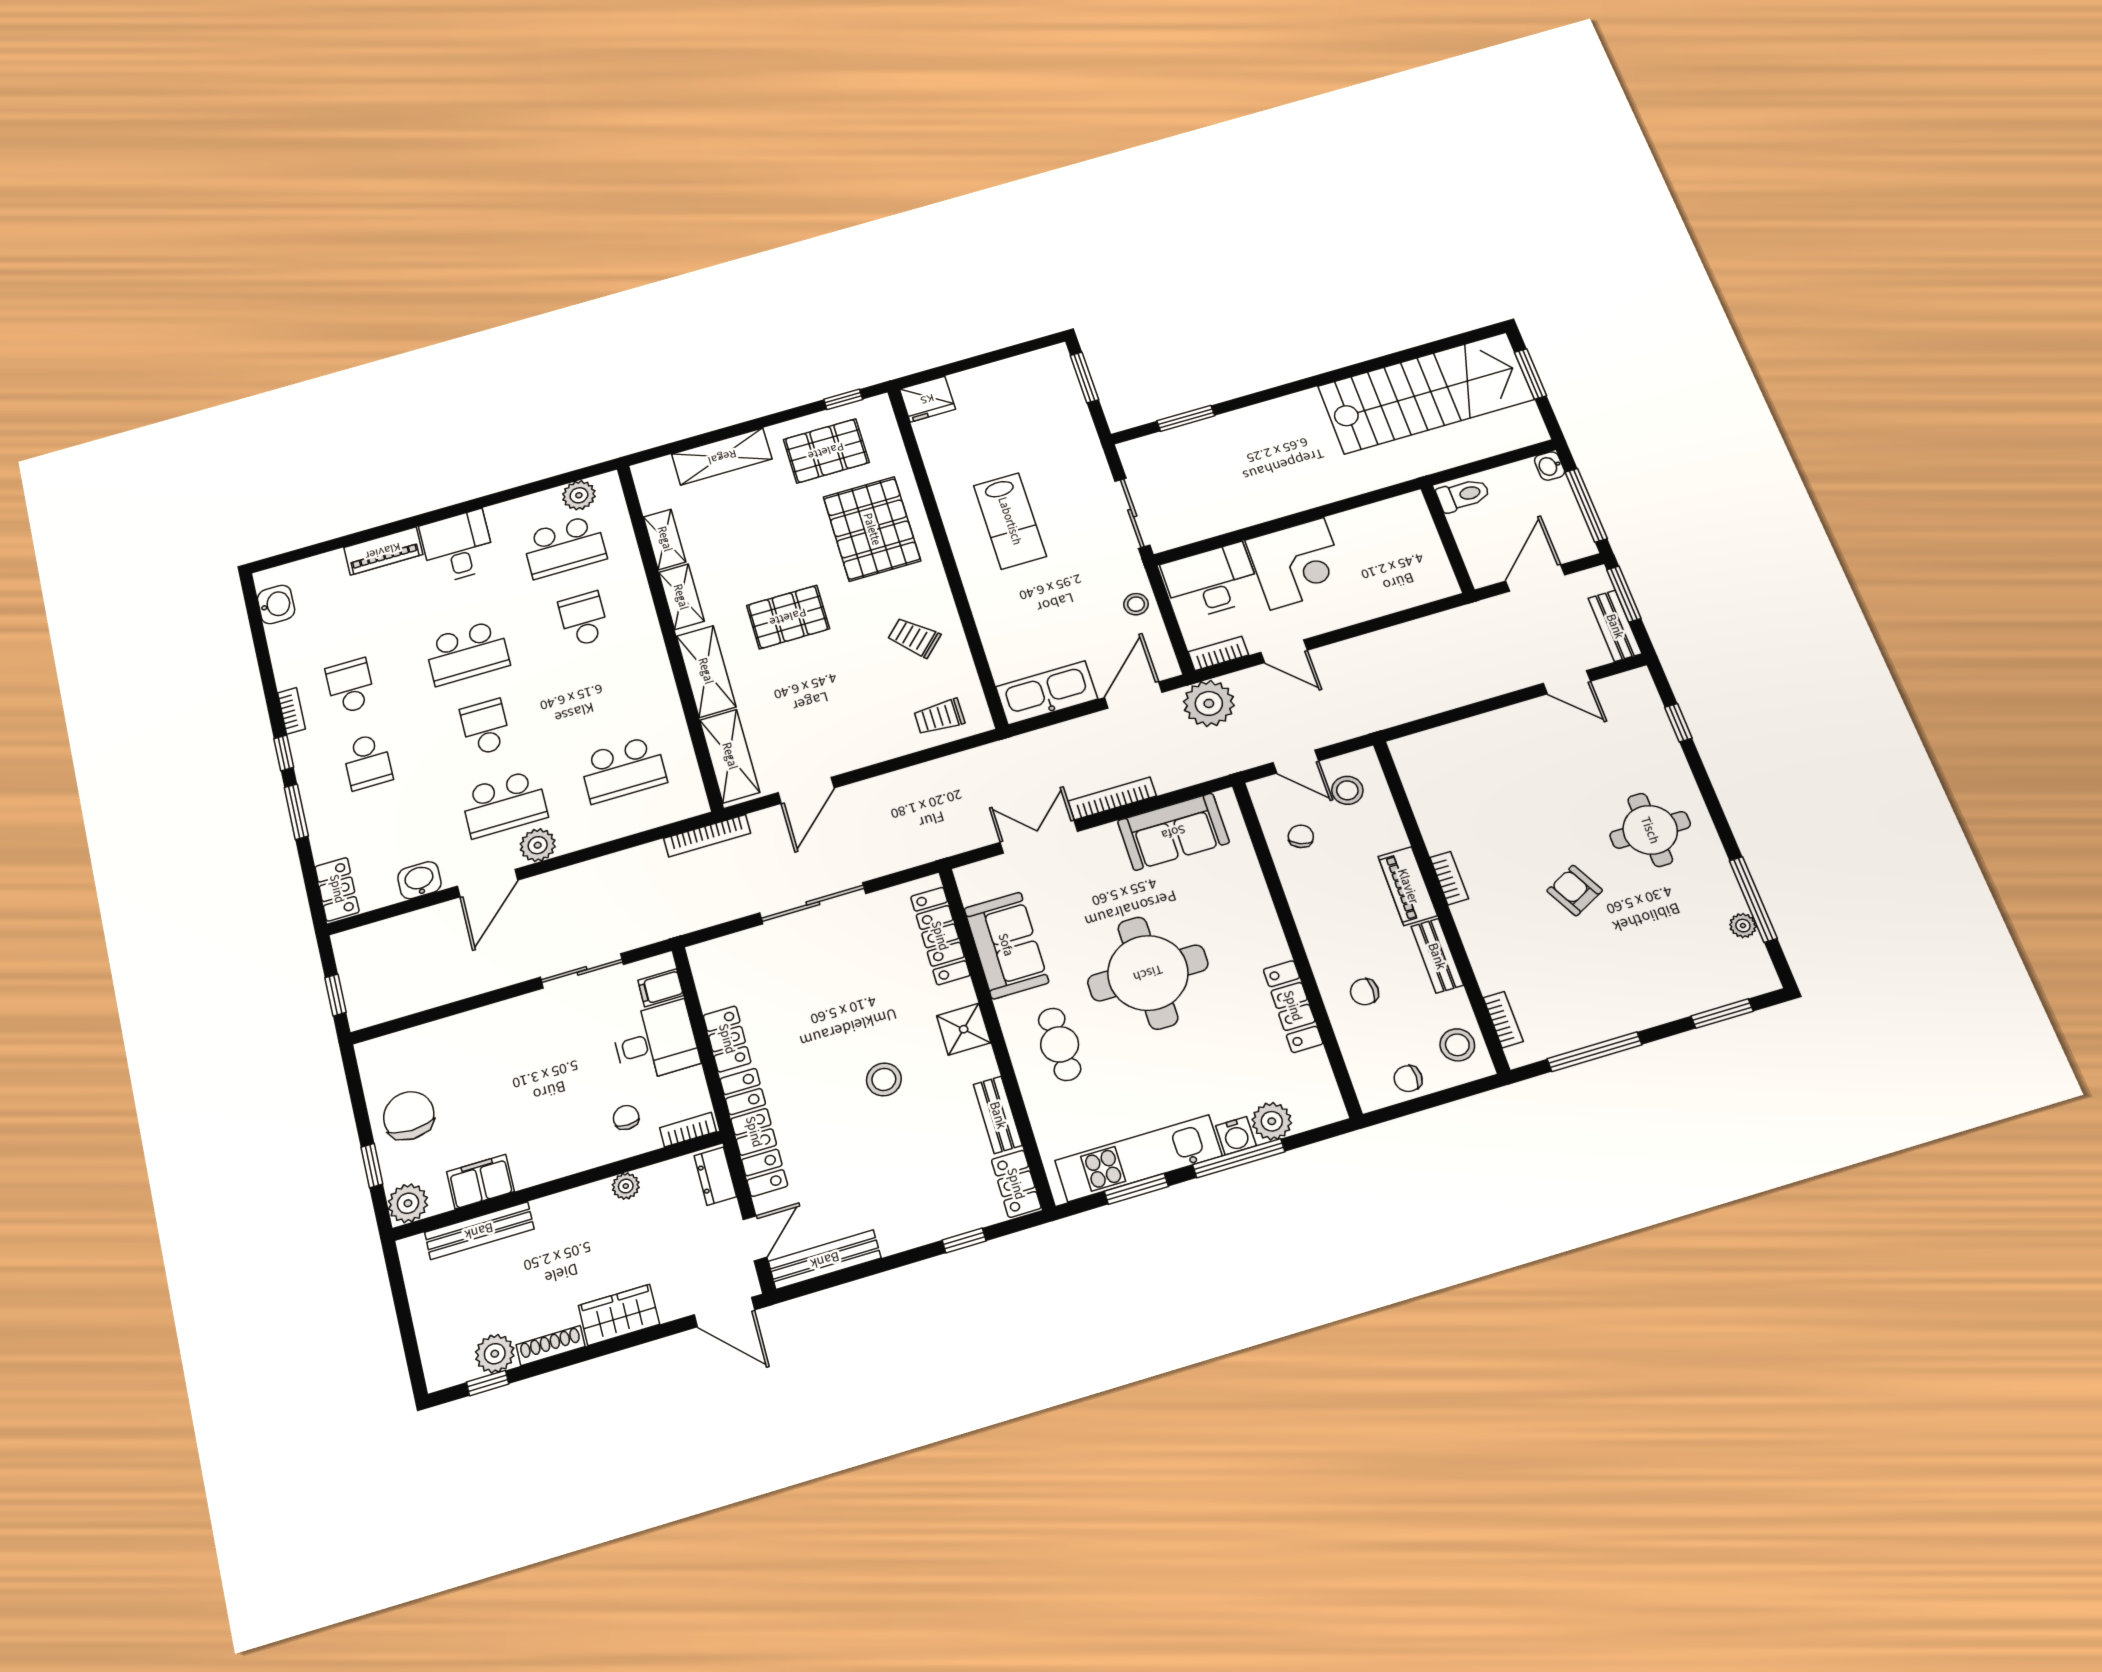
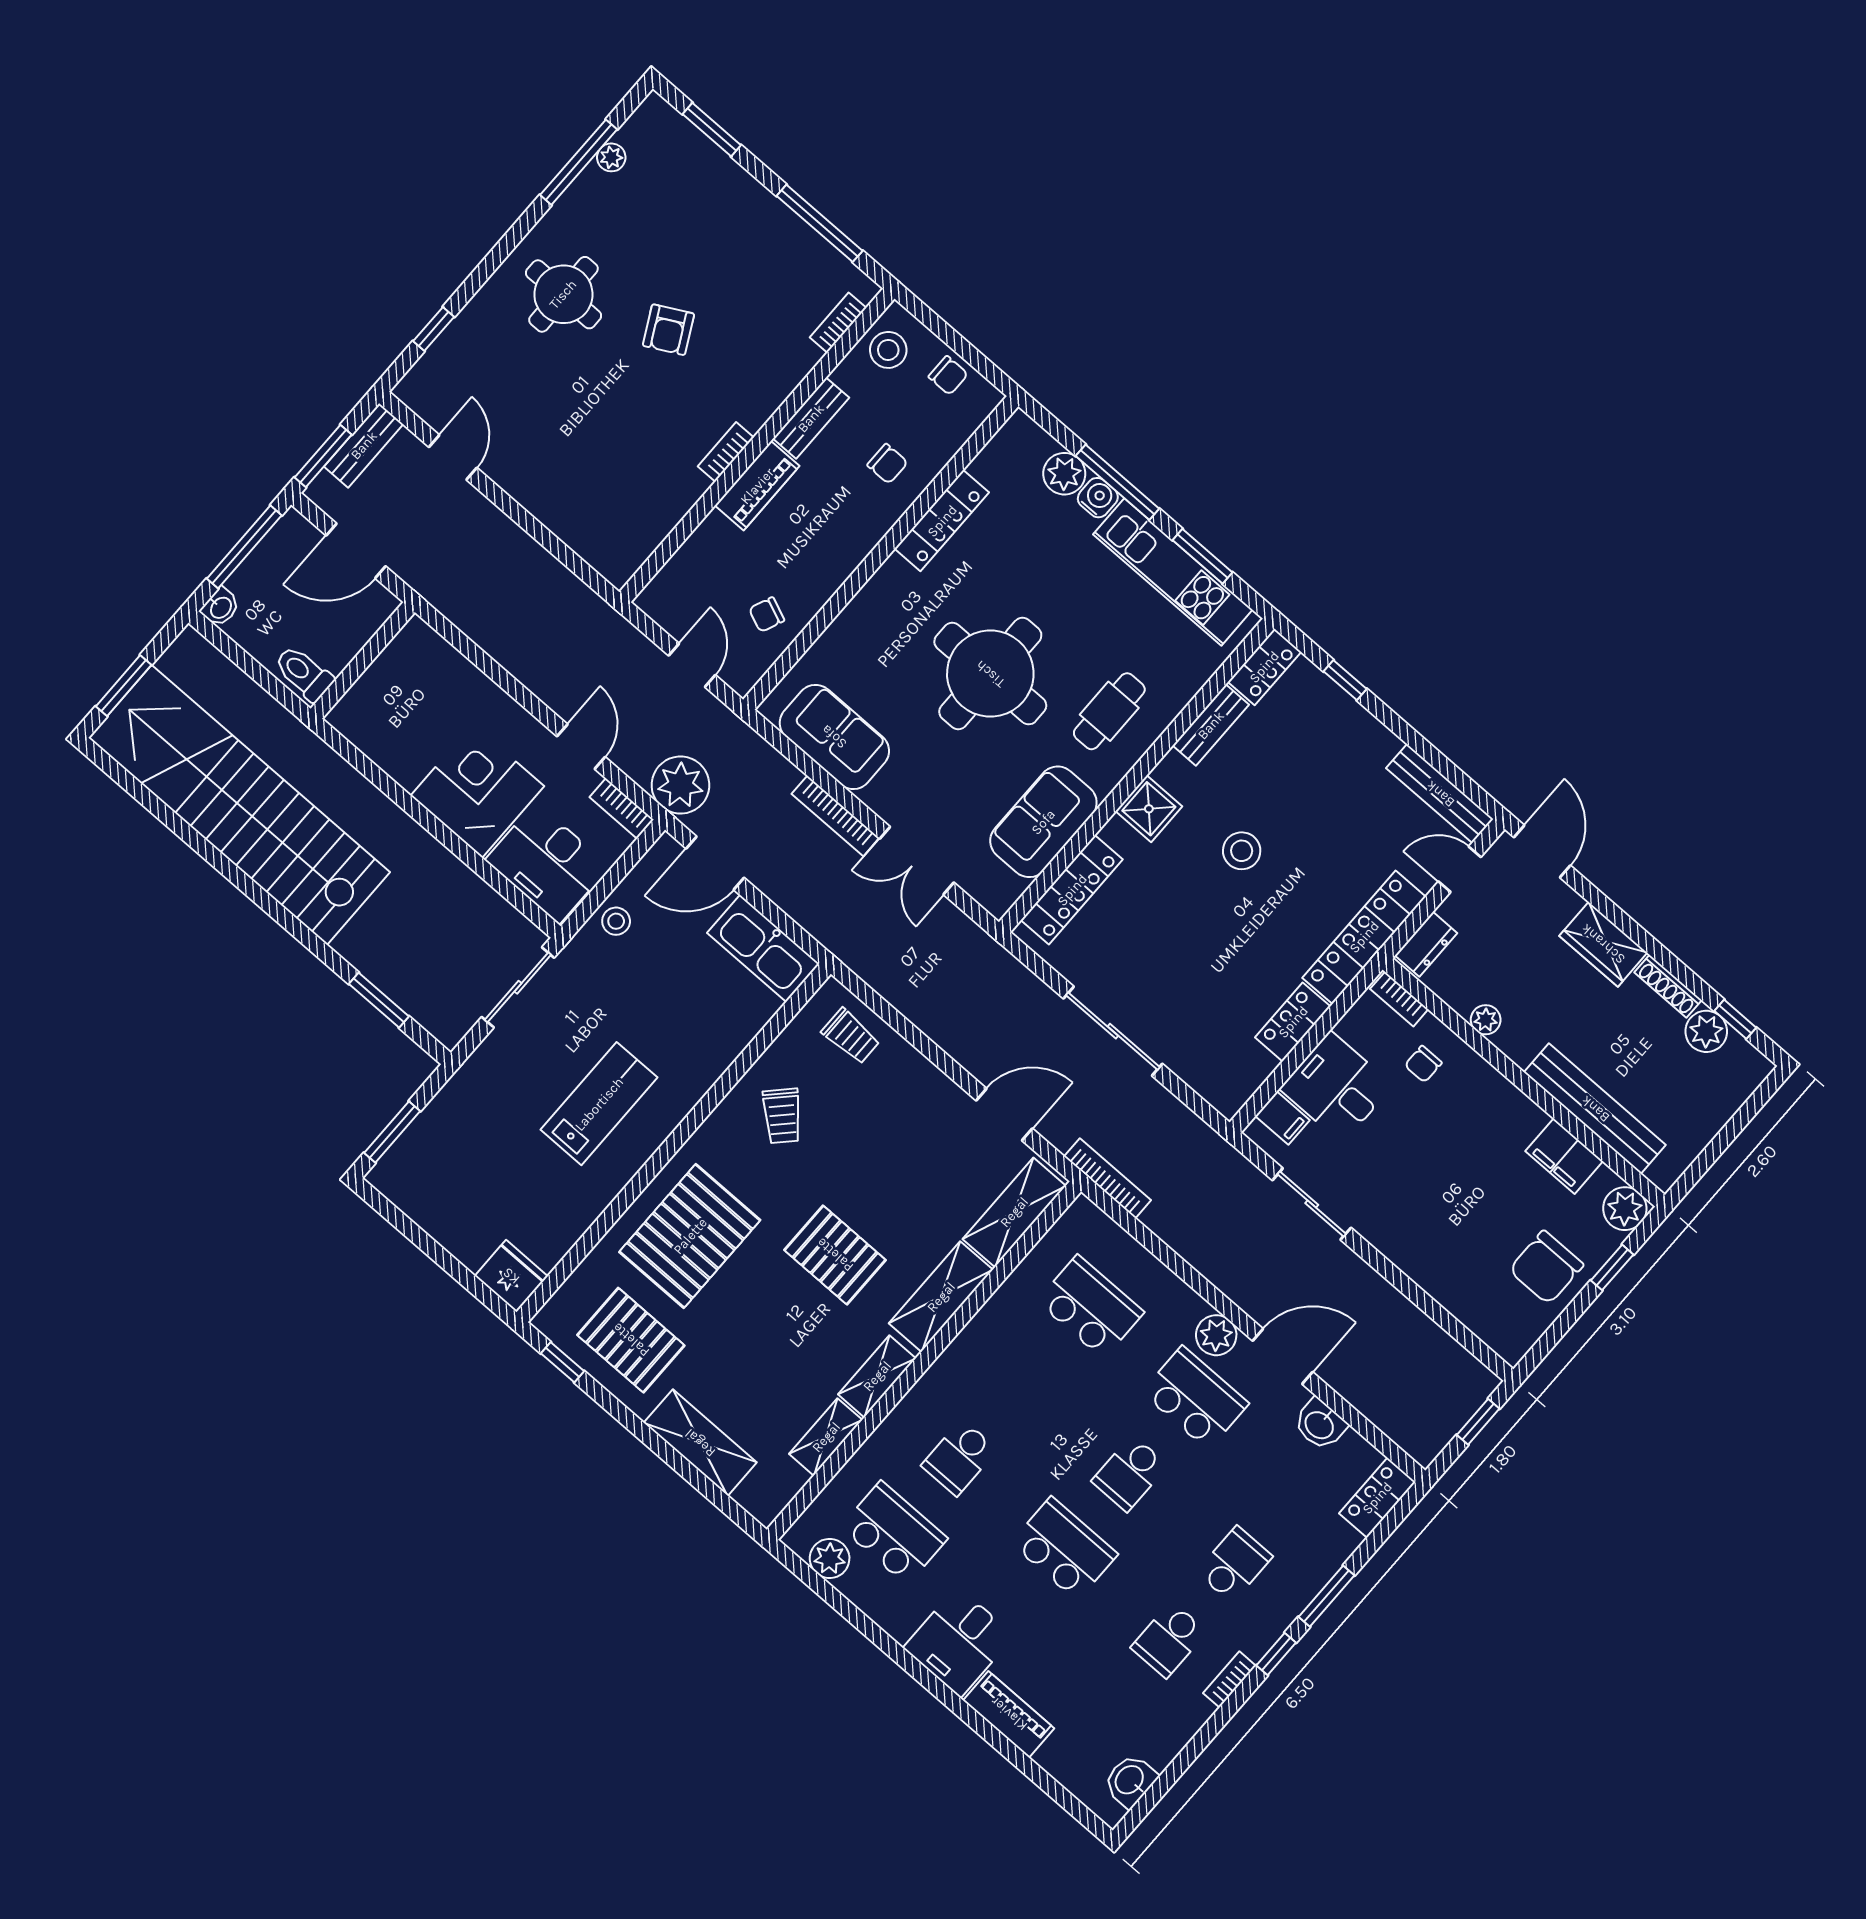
stairs: (1426, 393) -> (239, 805), width x1.36
stool: (1347, 790) -> (693, 599), removed
bench: (479, 1231) -> (1595, 1109), width x1.37, depth x1.21

